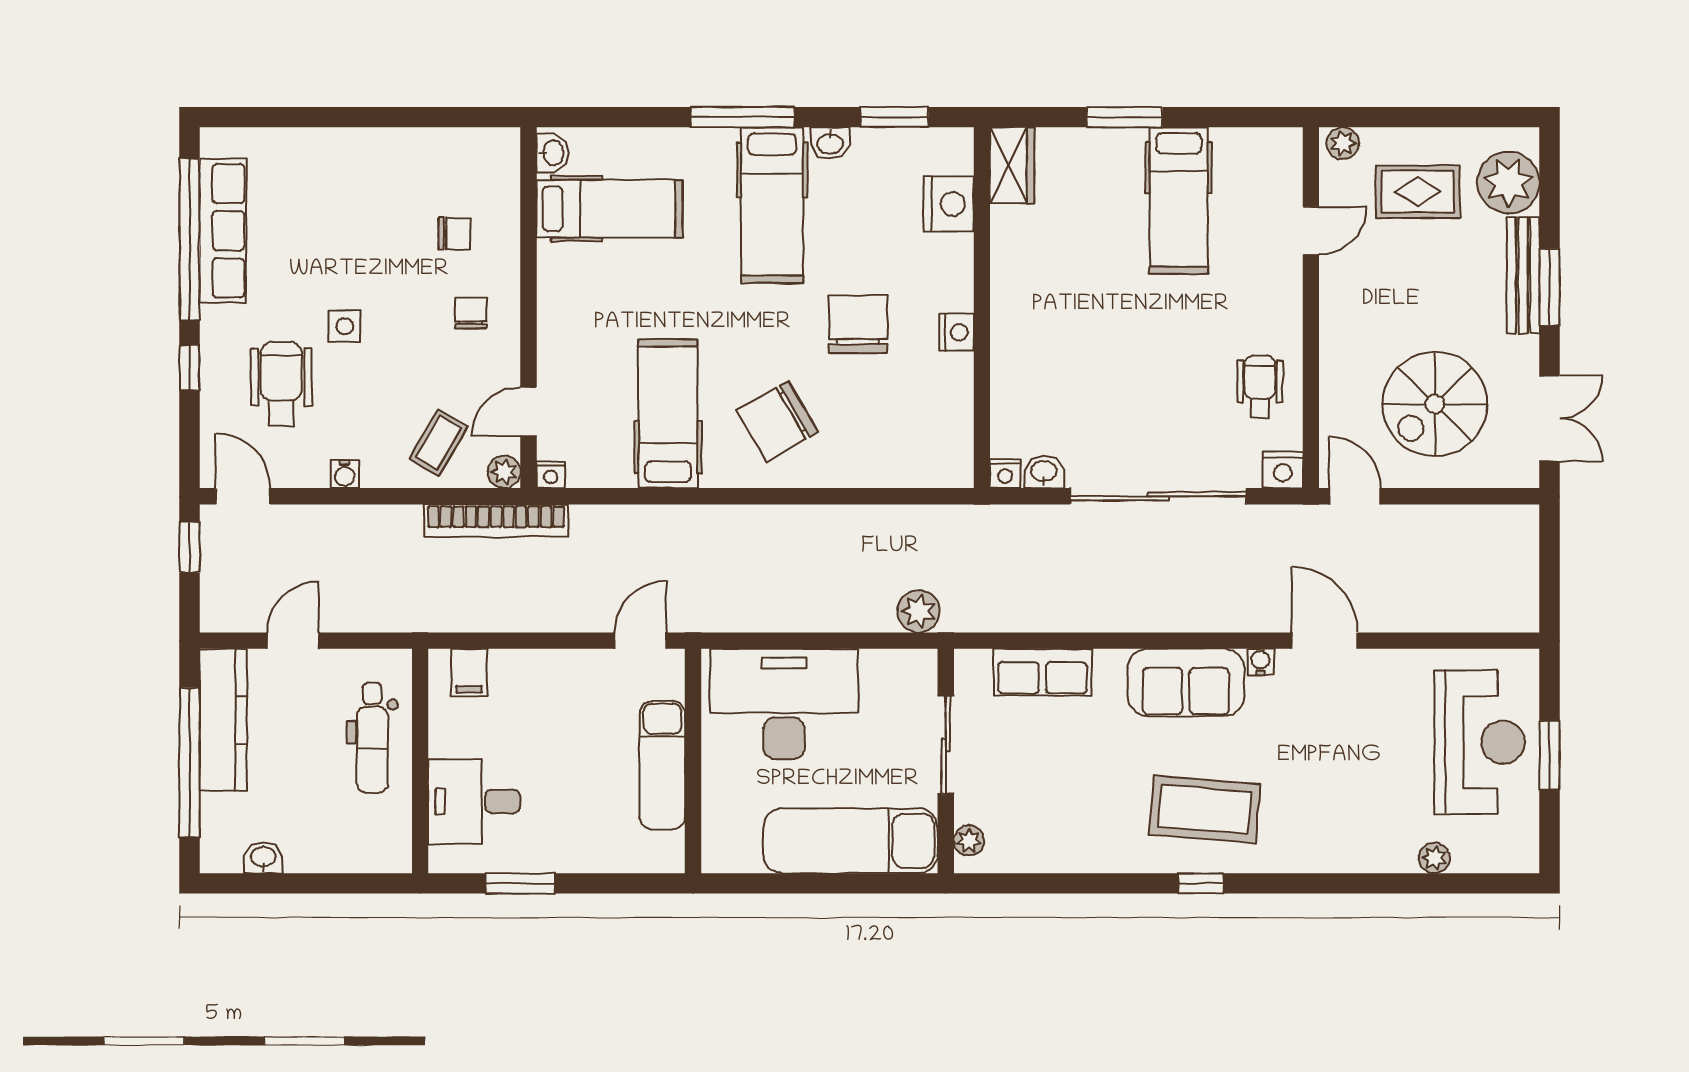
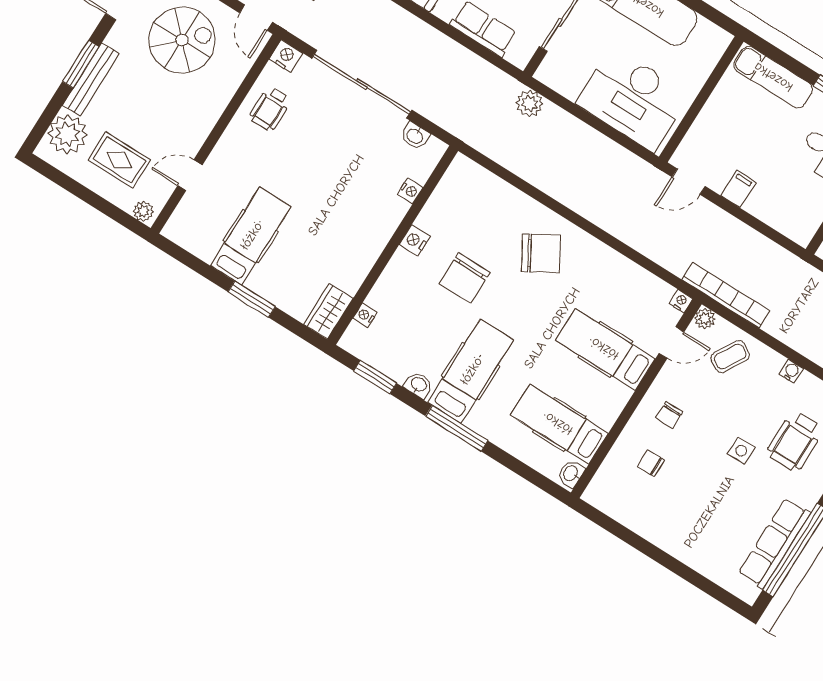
nightstand: (949, 204) -> (365, 315), width x0.53, depth x0.56
hospital bed: (668, 414) -> (605, 349), moved, turned 90
nightstand: (1005, 474) -> (410, 191), moved, turned 90
filing cabinet: (469, 673) -> (738, 189), moved
exam couch: (662, 765) -> (773, 77), moved, turned 90

